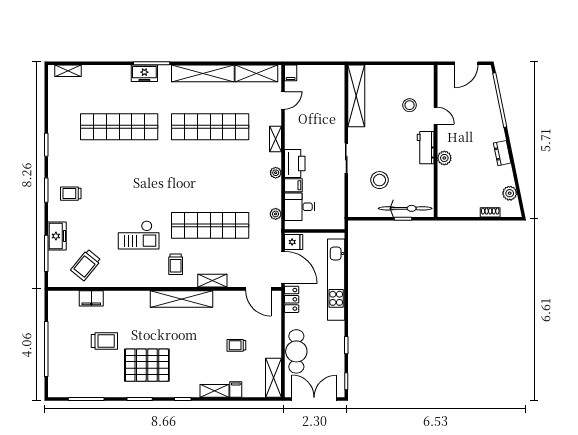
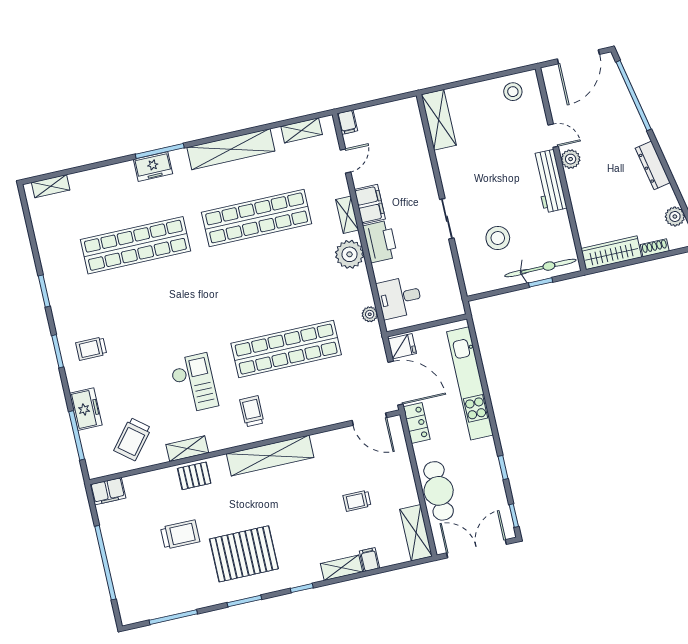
door: (466, 63) -> (578, 57), width x1.36
shelving: (256, 73) -> (302, 130), width x0.67, depth x0.75
shelving: (356, 96) -> (439, 120), width x0.68
stool: (410, 105) -> (513, 92), moved
workbench: (426, 148) -> (549, 181), width x1.38
dresser: (502, 153) -> (653, 165), width x1.44
plant: (444, 158) -> (571, 159), moved
plant: (276, 173) -> (350, 254), width x1.88, depth x1.88
filing cabinet: (293, 185) -> (370, 204), moved, width x2.00
wardrobe: (458, 209) -> (611, 253), added
checkout: (139, 235) -> (194, 383), turned -90
trolley: (176, 264) -> (252, 411), turned 180
shelving: (212, 281) -> (187, 449), moved
filing cabinet: (91, 298) -> (108, 491), moved
pallet: (124, 301) -> (194, 476), added

